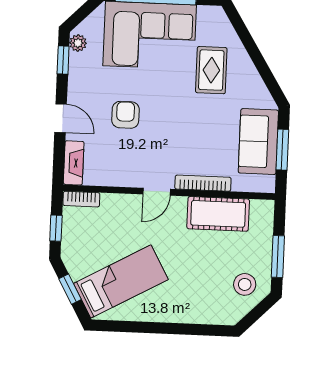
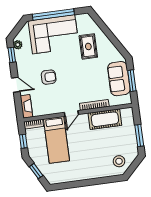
armchair: (125, 115) -> (49, 77), turned 90
bed: (121, 281) -> (56, 140), moved, turned 119
stool: (245, 284) -> (119, 161), moved

